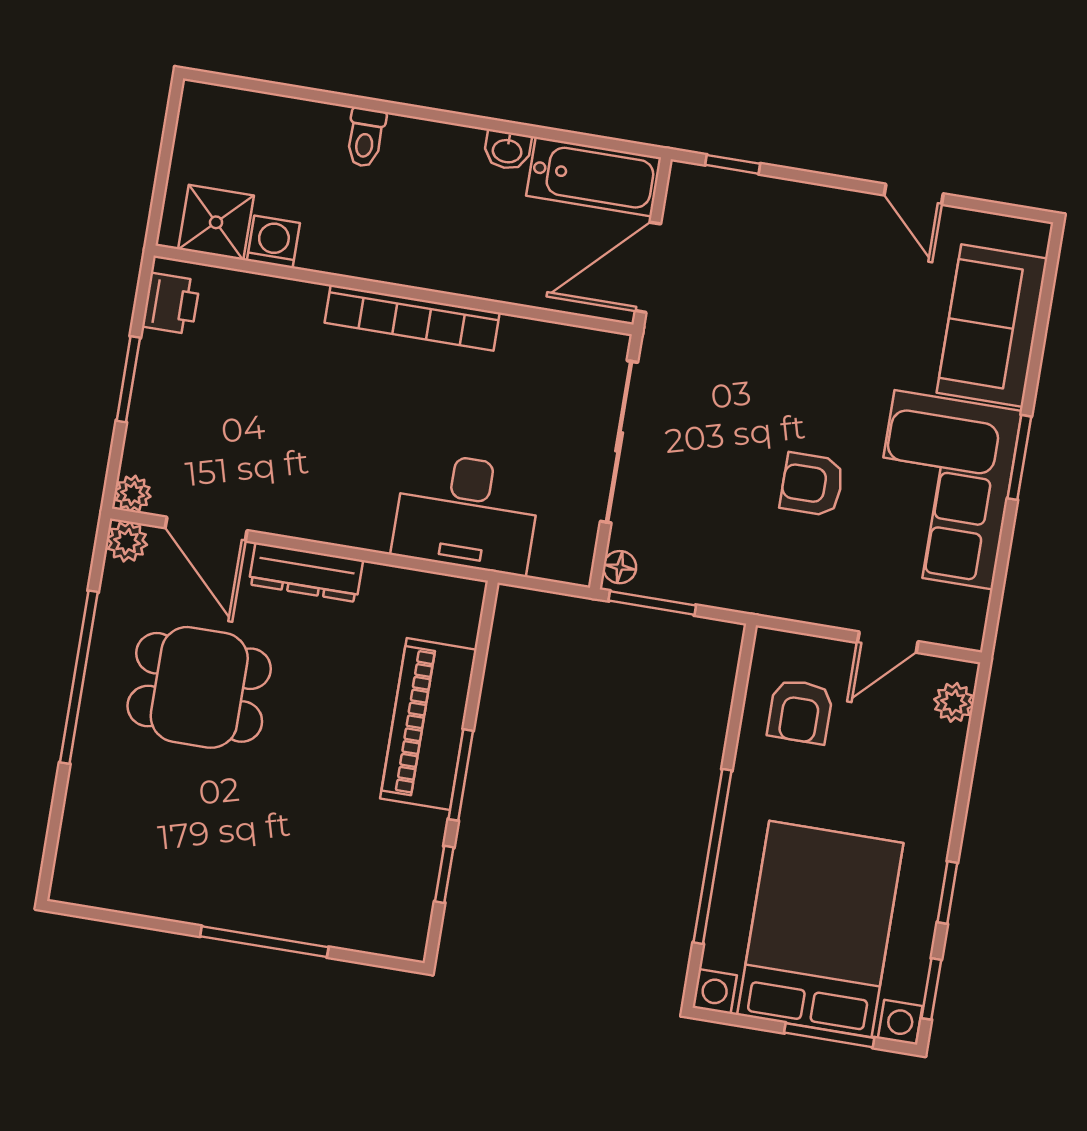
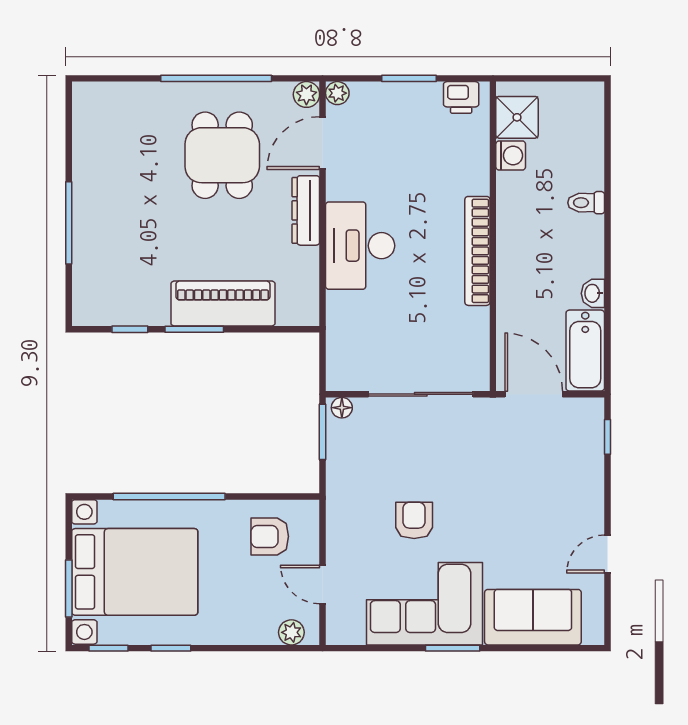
desk: (467, 513) -> (360, 246), moved

